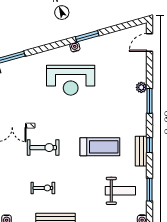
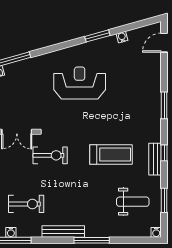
water cooler: (75, 47) -> (122, 37), moved
reception desk: (71, 80) -> (80, 83), turned 180
plant: (141, 87) -> (155, 91), removed
exercise bike: (43, 188) -> (26, 204), moved, width x1.38, depth x1.39

